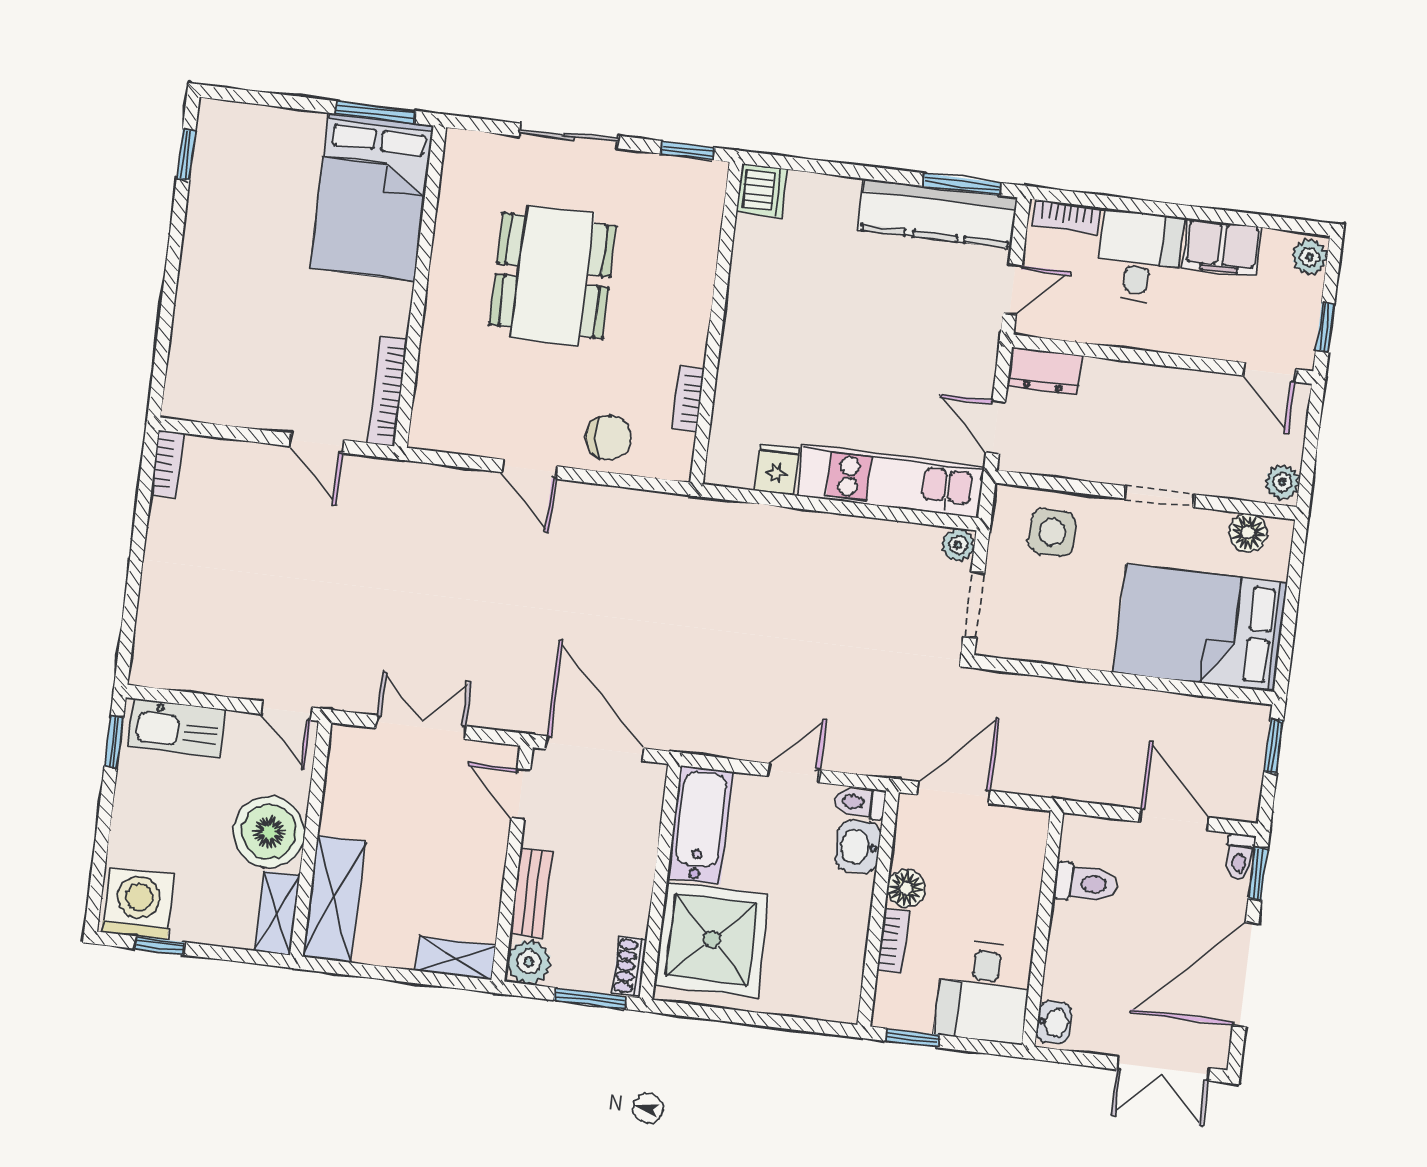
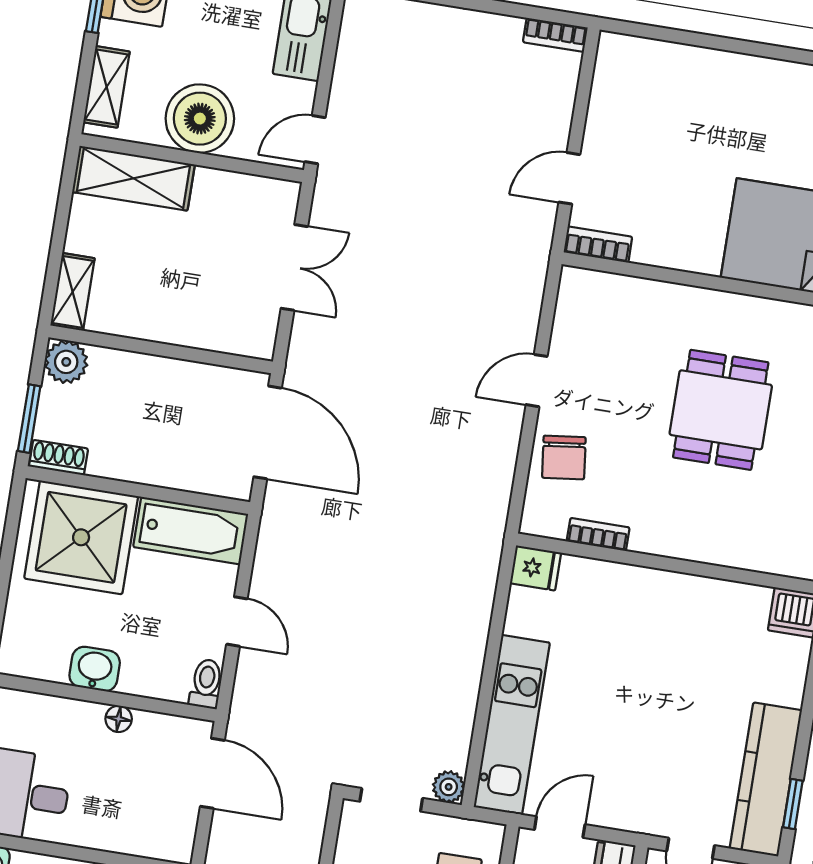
window: (962, 184) -> (793, 804), width x0.67
dining table: (553, 276) -> (721, 410), width x0.73
bookcase: (387, 391) -> (598, 245), width x0.64
fridge: (777, 469) -> (536, 568), moved
door: (595, 749) -> (268, 432), hinge flipped
door: (521, 794) -> (227, 360), removed
washbasin: (858, 847) -> (95, 669), moved
floor lamp: (906, 888) -> (119, 719), width x0.73, depth x0.73
bench: (531, 893) -> (132, 367), removed
shelving: (277, 913) -> (107, 87), moved, turned 90
bookcase: (893, 941) -> (73, 710), removed

